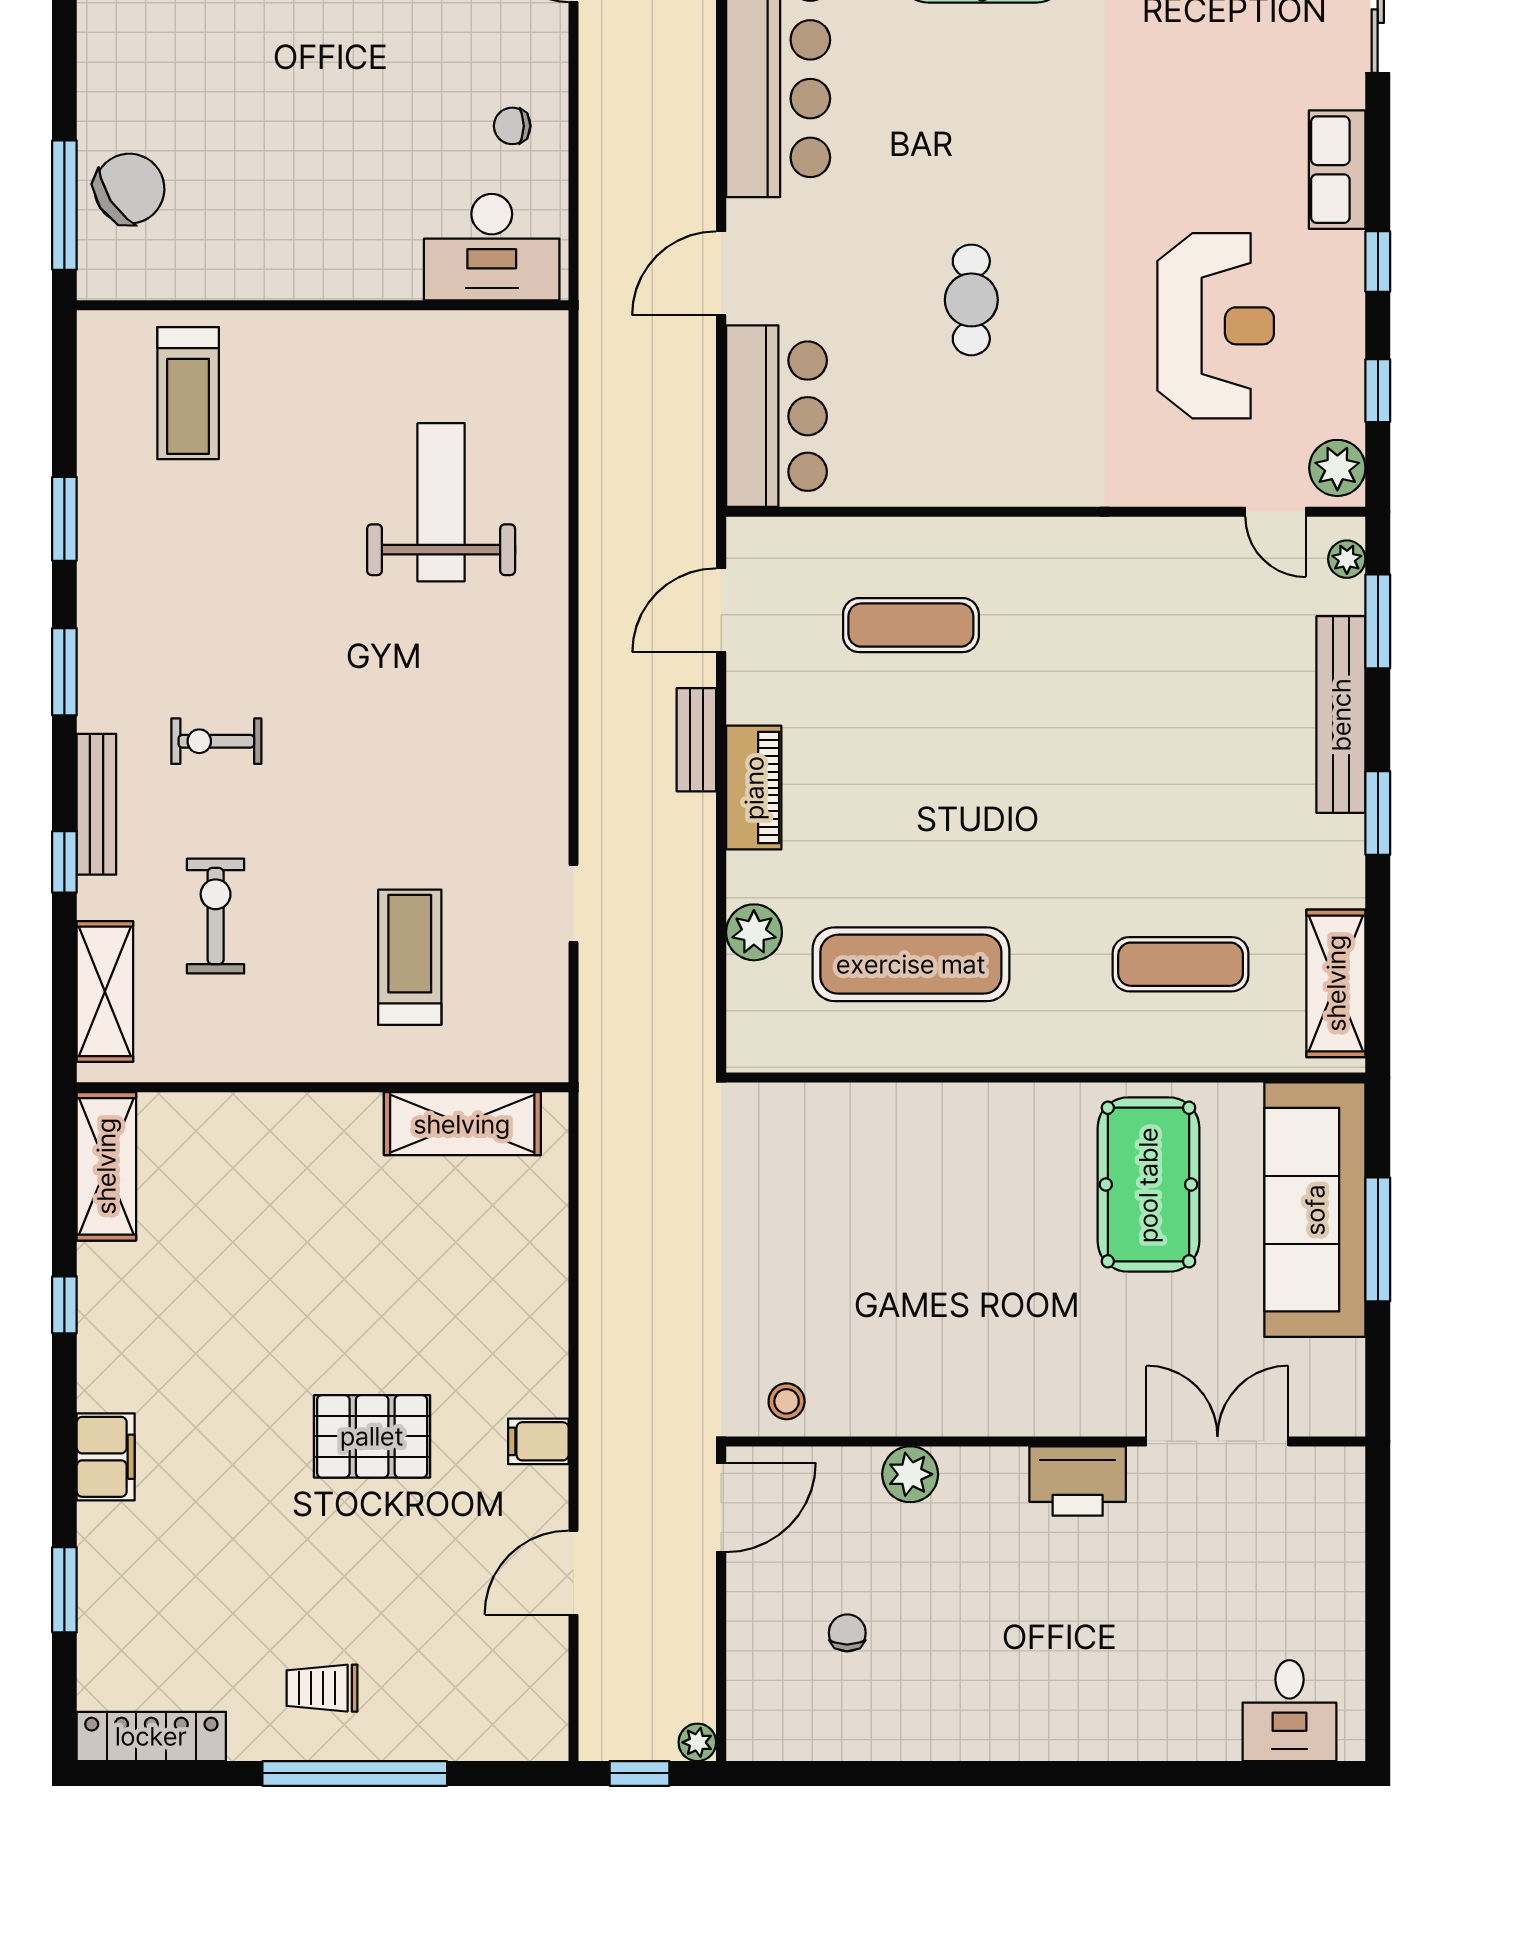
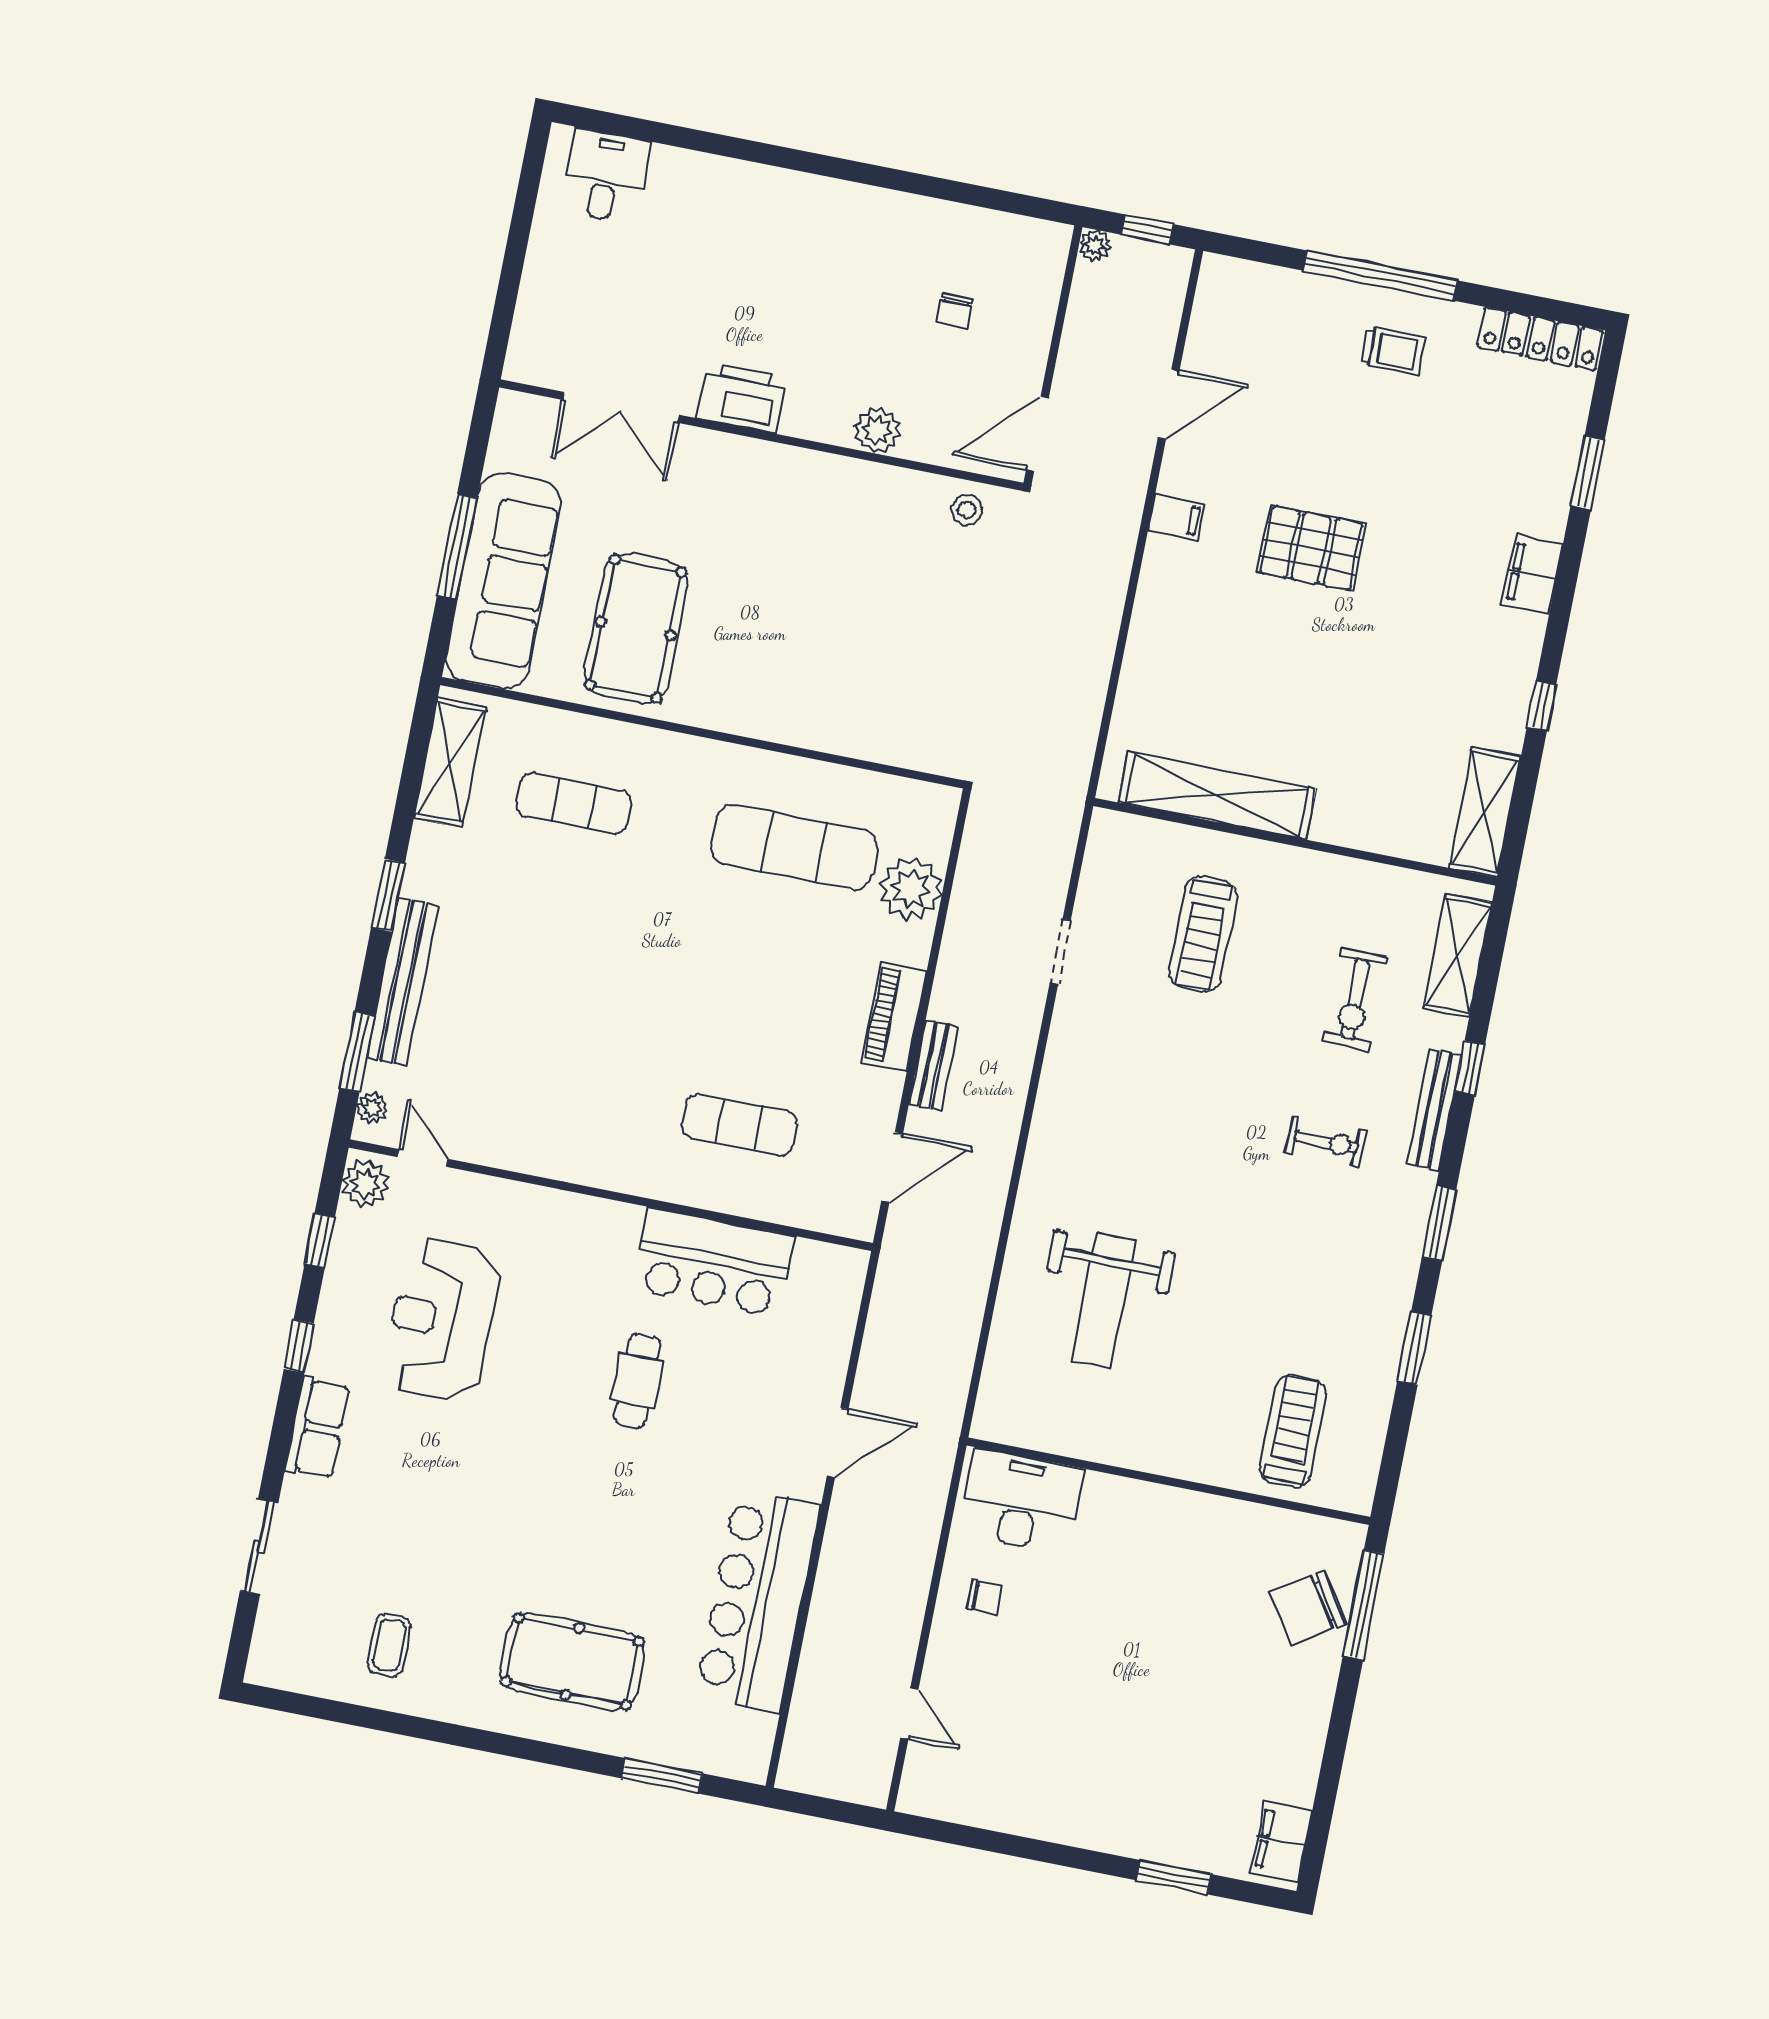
bar counter: (776, 416) -> (713, 1263), moved, turned -90
plant: (754, 932) -> (911, 889), width x1.36, depth x1.36
shelving: (462, 1124) -> (1217, 795), width x1.47

